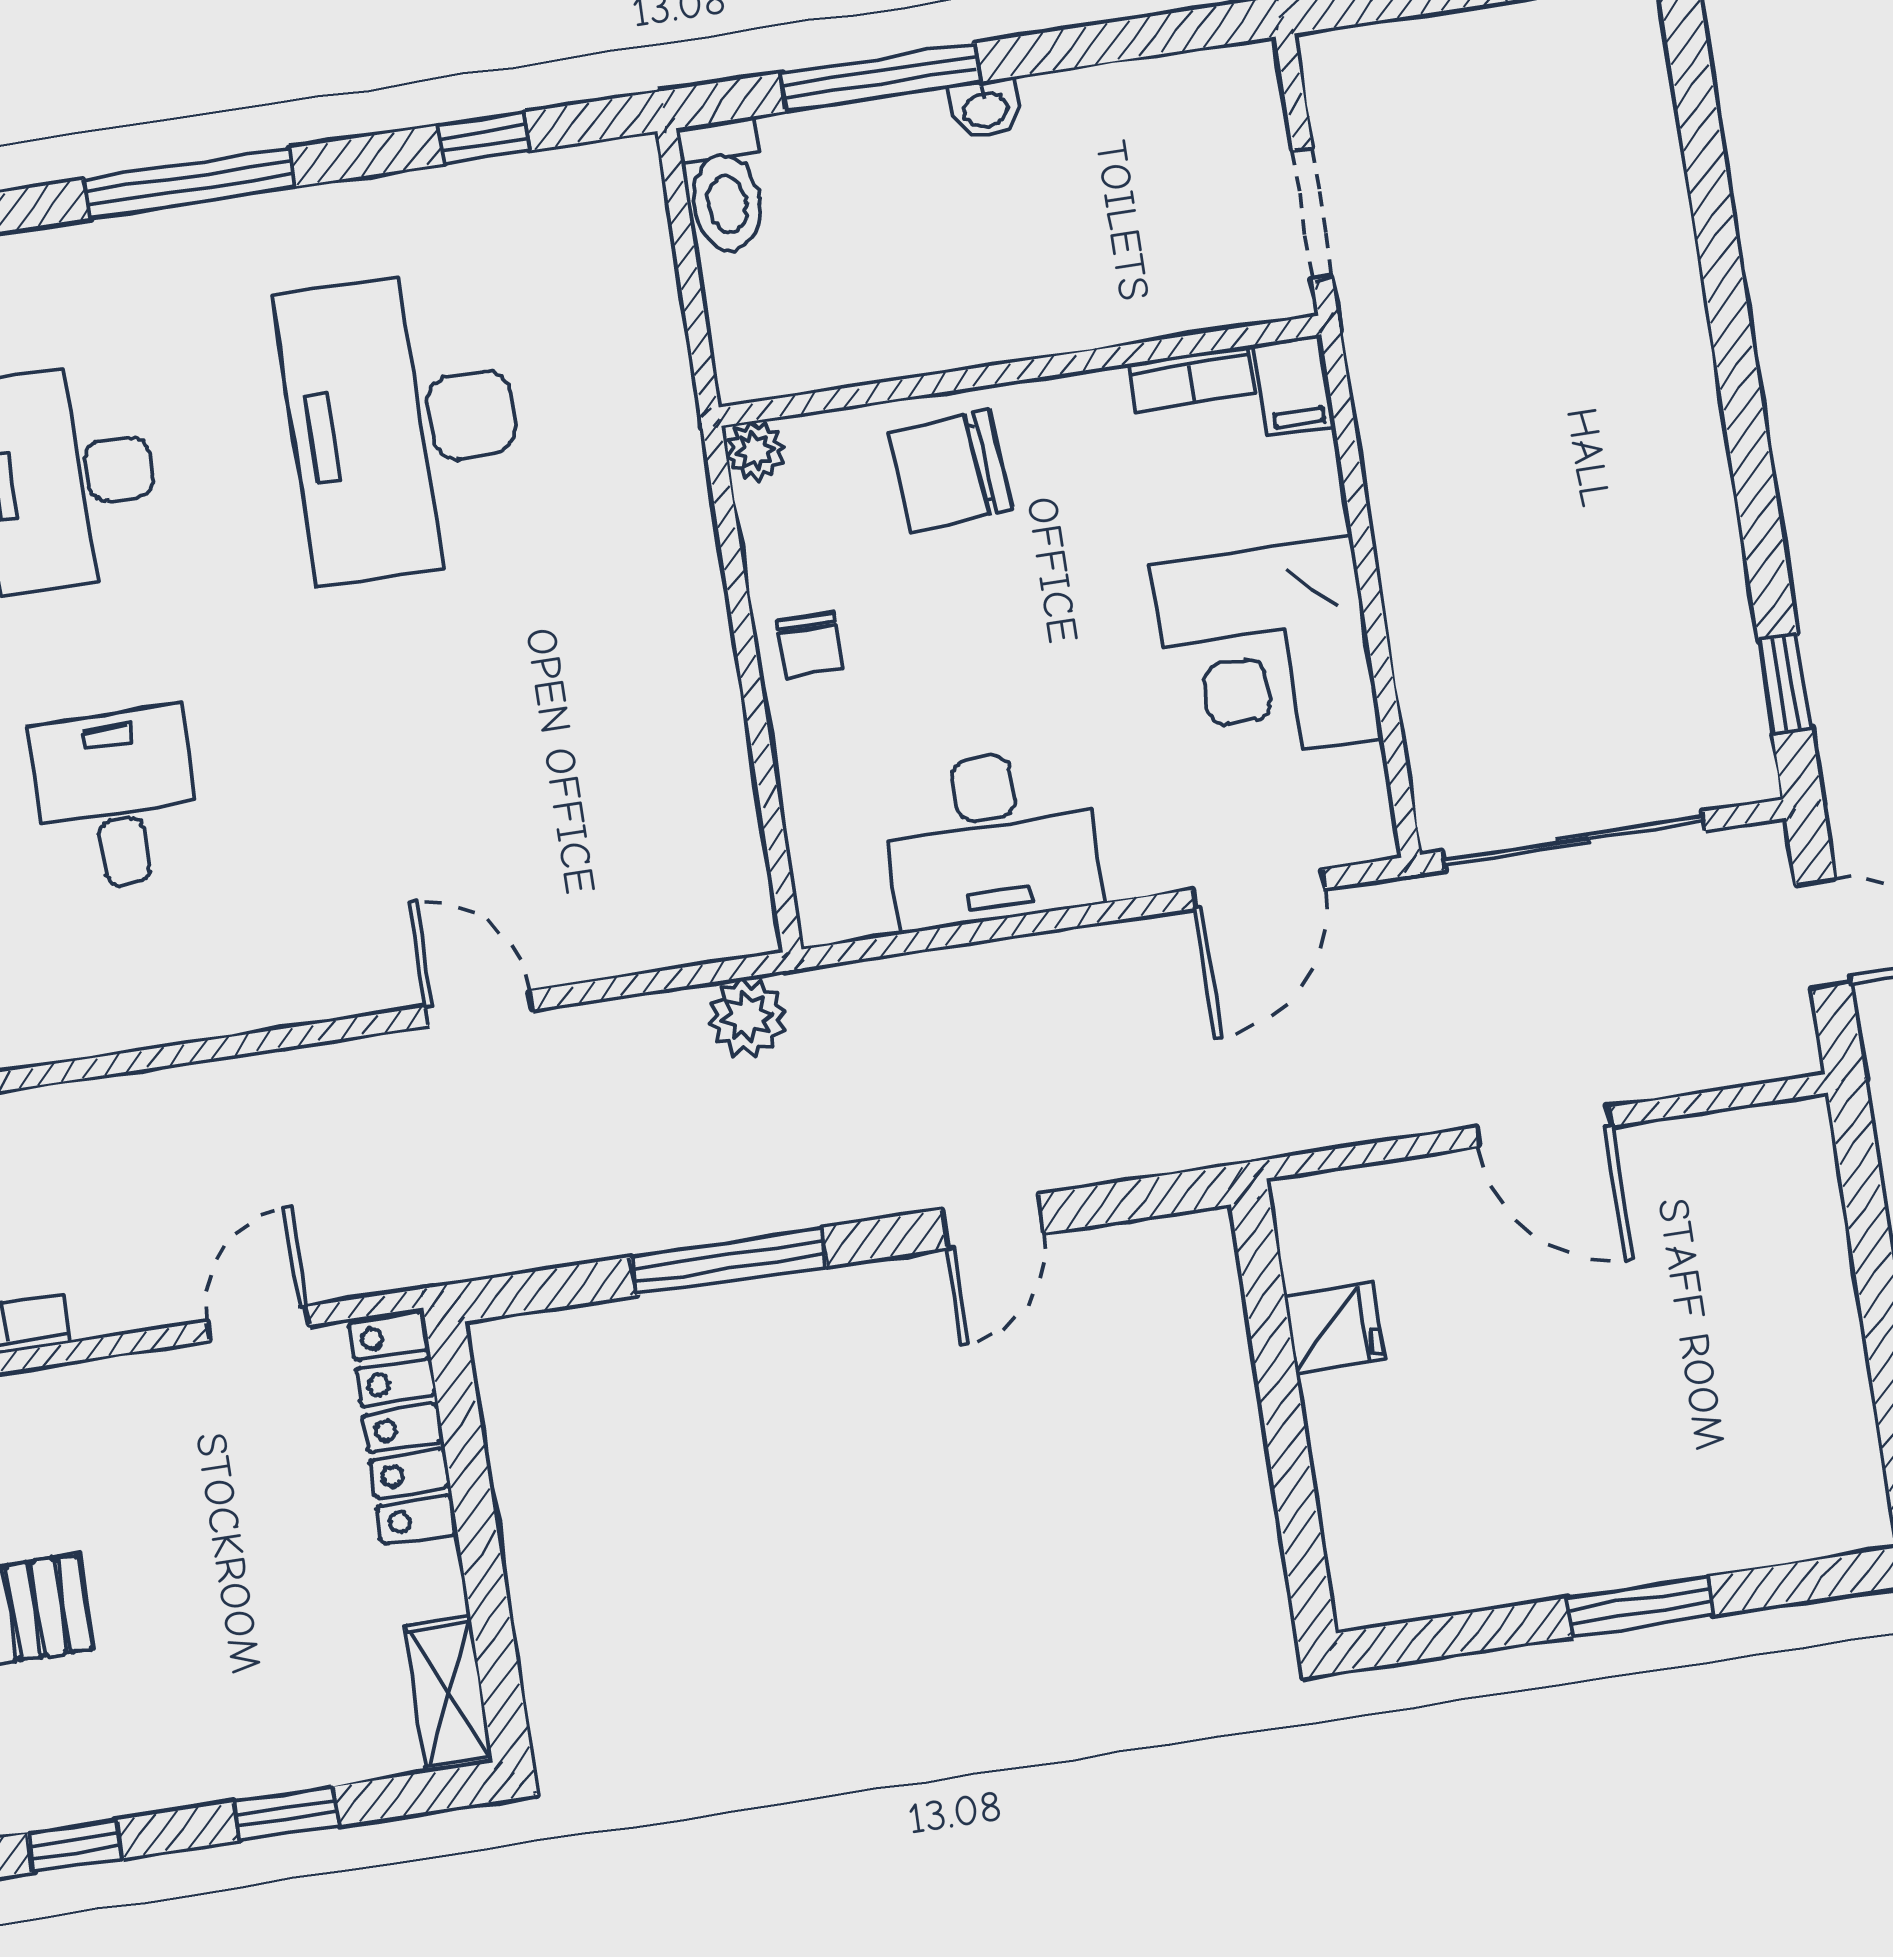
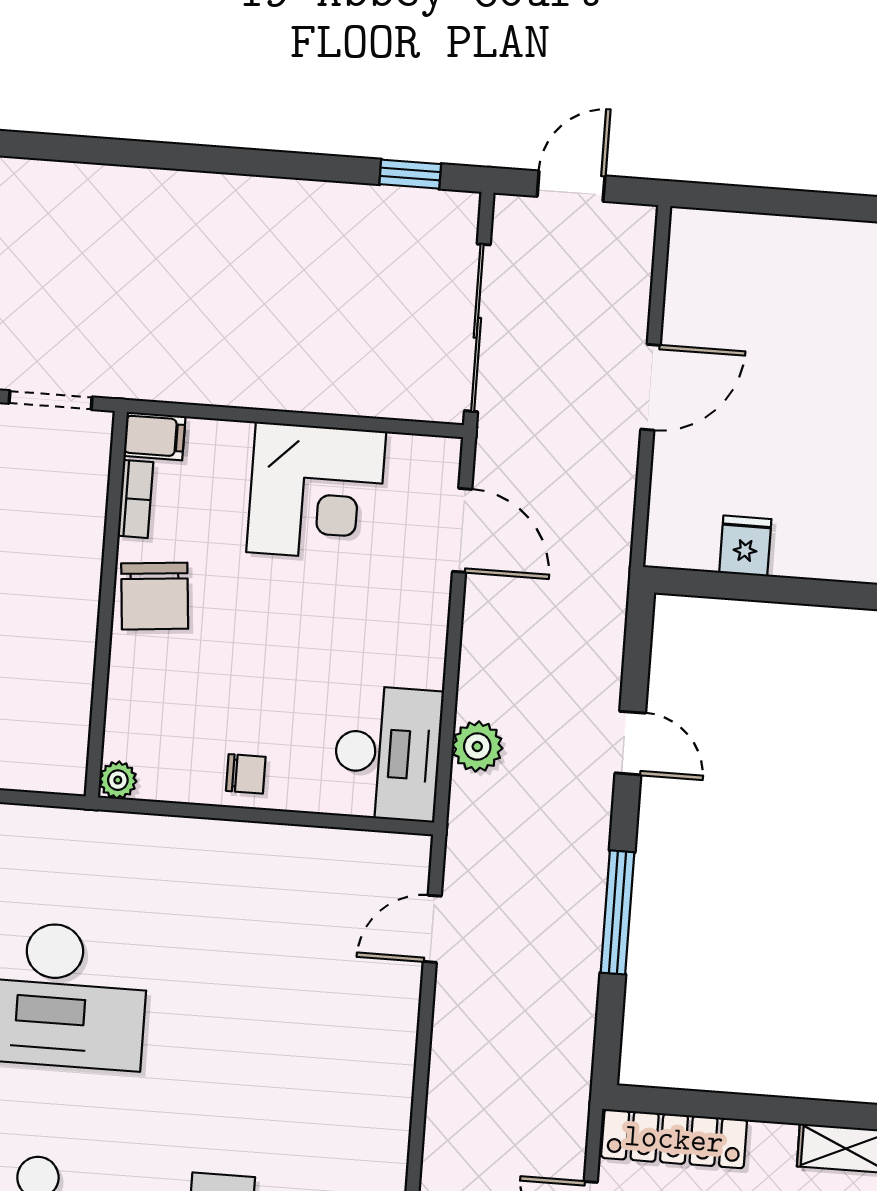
chair: (950, 470) -> (155, 596), moved
desk: (991, 838) -> (388, 753), moved
door: (479, 1008) -> (432, 929), moved
plant: (747, 1017) -> (477, 747), moved

